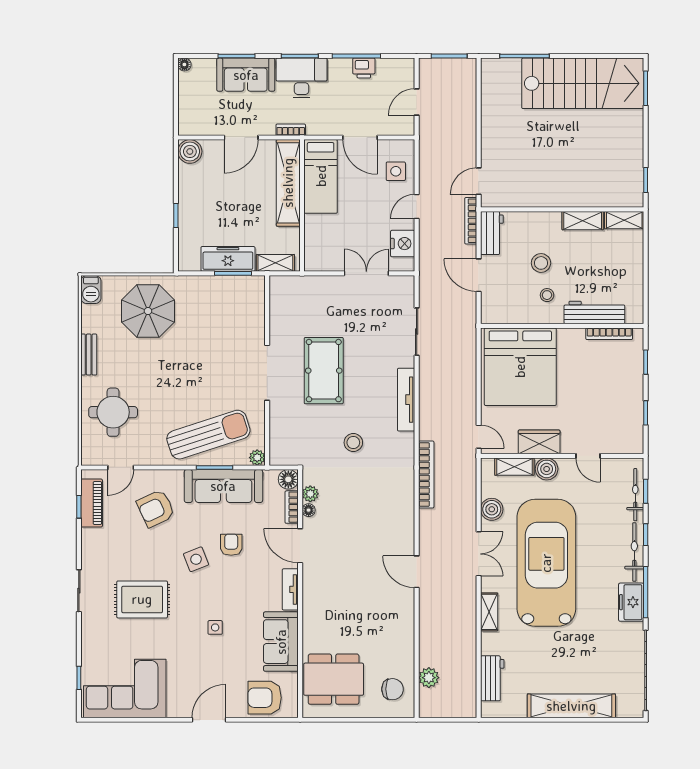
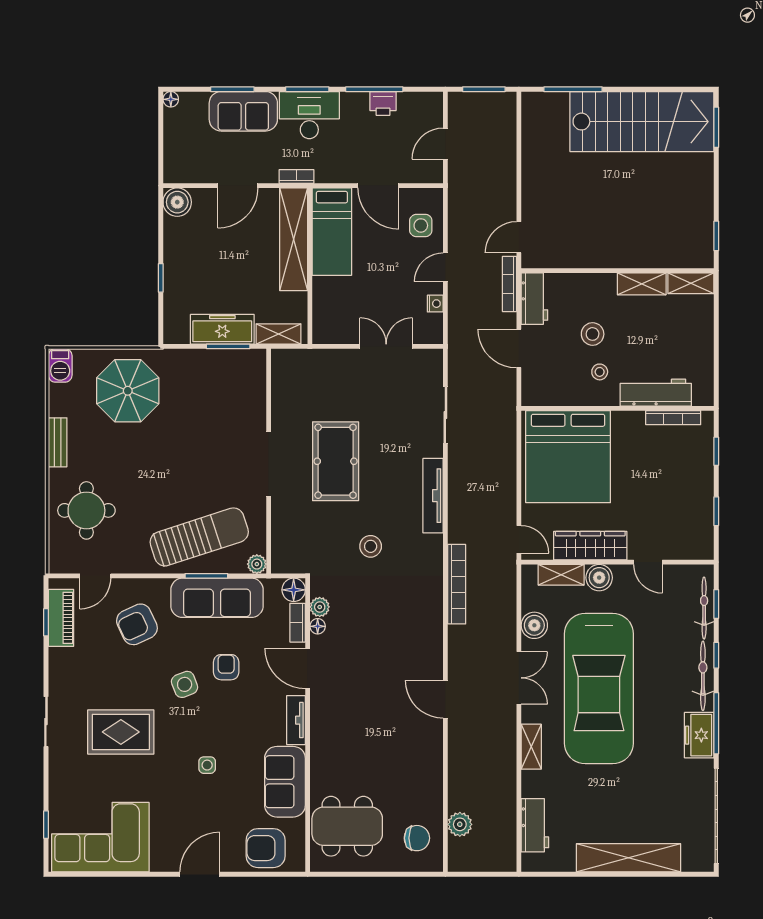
nightstand: (403, 244) -> (435, 304), width x0.53, depth x0.56
wardrobe: (539, 442) -> (590, 546), width x1.50
car: (546, 563) -> (599, 689), turned 180

